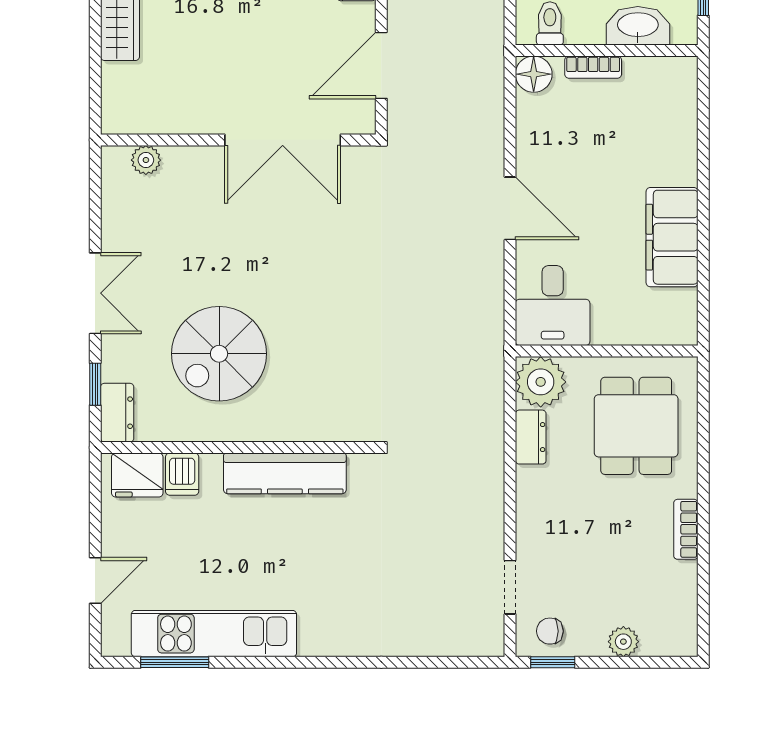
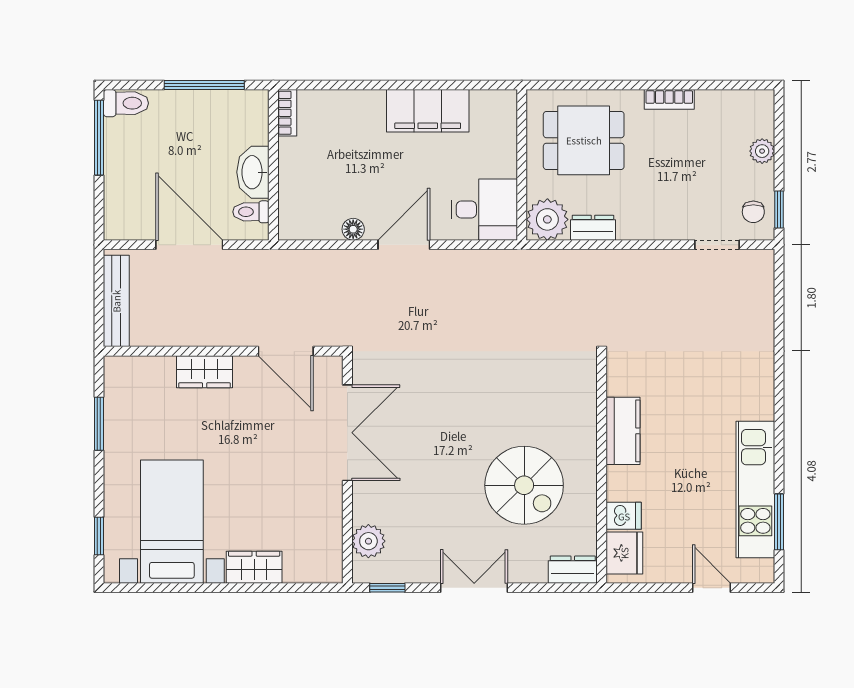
washbasin: (638, 26) -> (253, 172), moved
bookcase: (593, 67) -> (287, 113), moved
floor lamp: (534, 74) -> (353, 229), moved, width x0.73, depth x0.73
plant: (146, 160) -> (368, 541), width x1.38, depth x1.38
window: (95, 384) -> (387, 588), moved
kitchen counter: (285, 473) -> (623, 431), width x0.67

